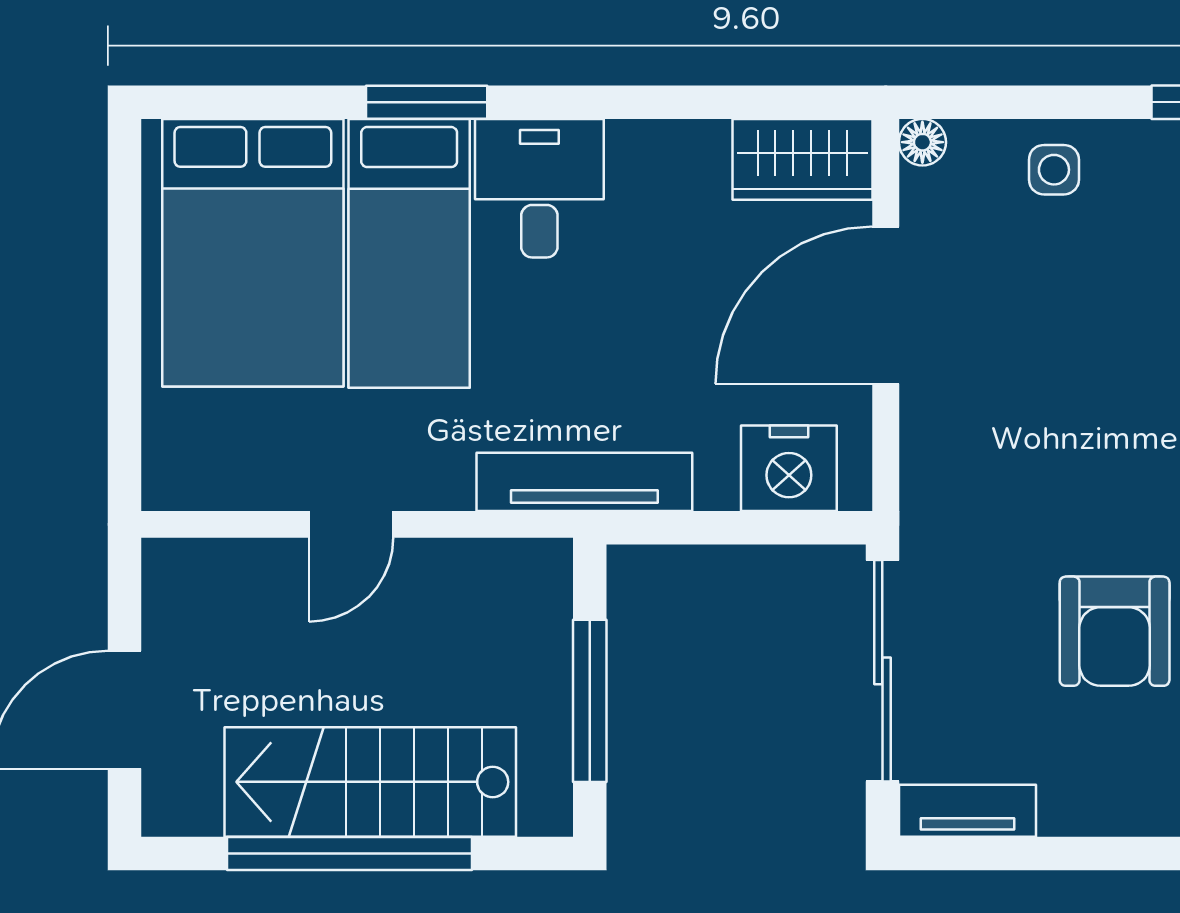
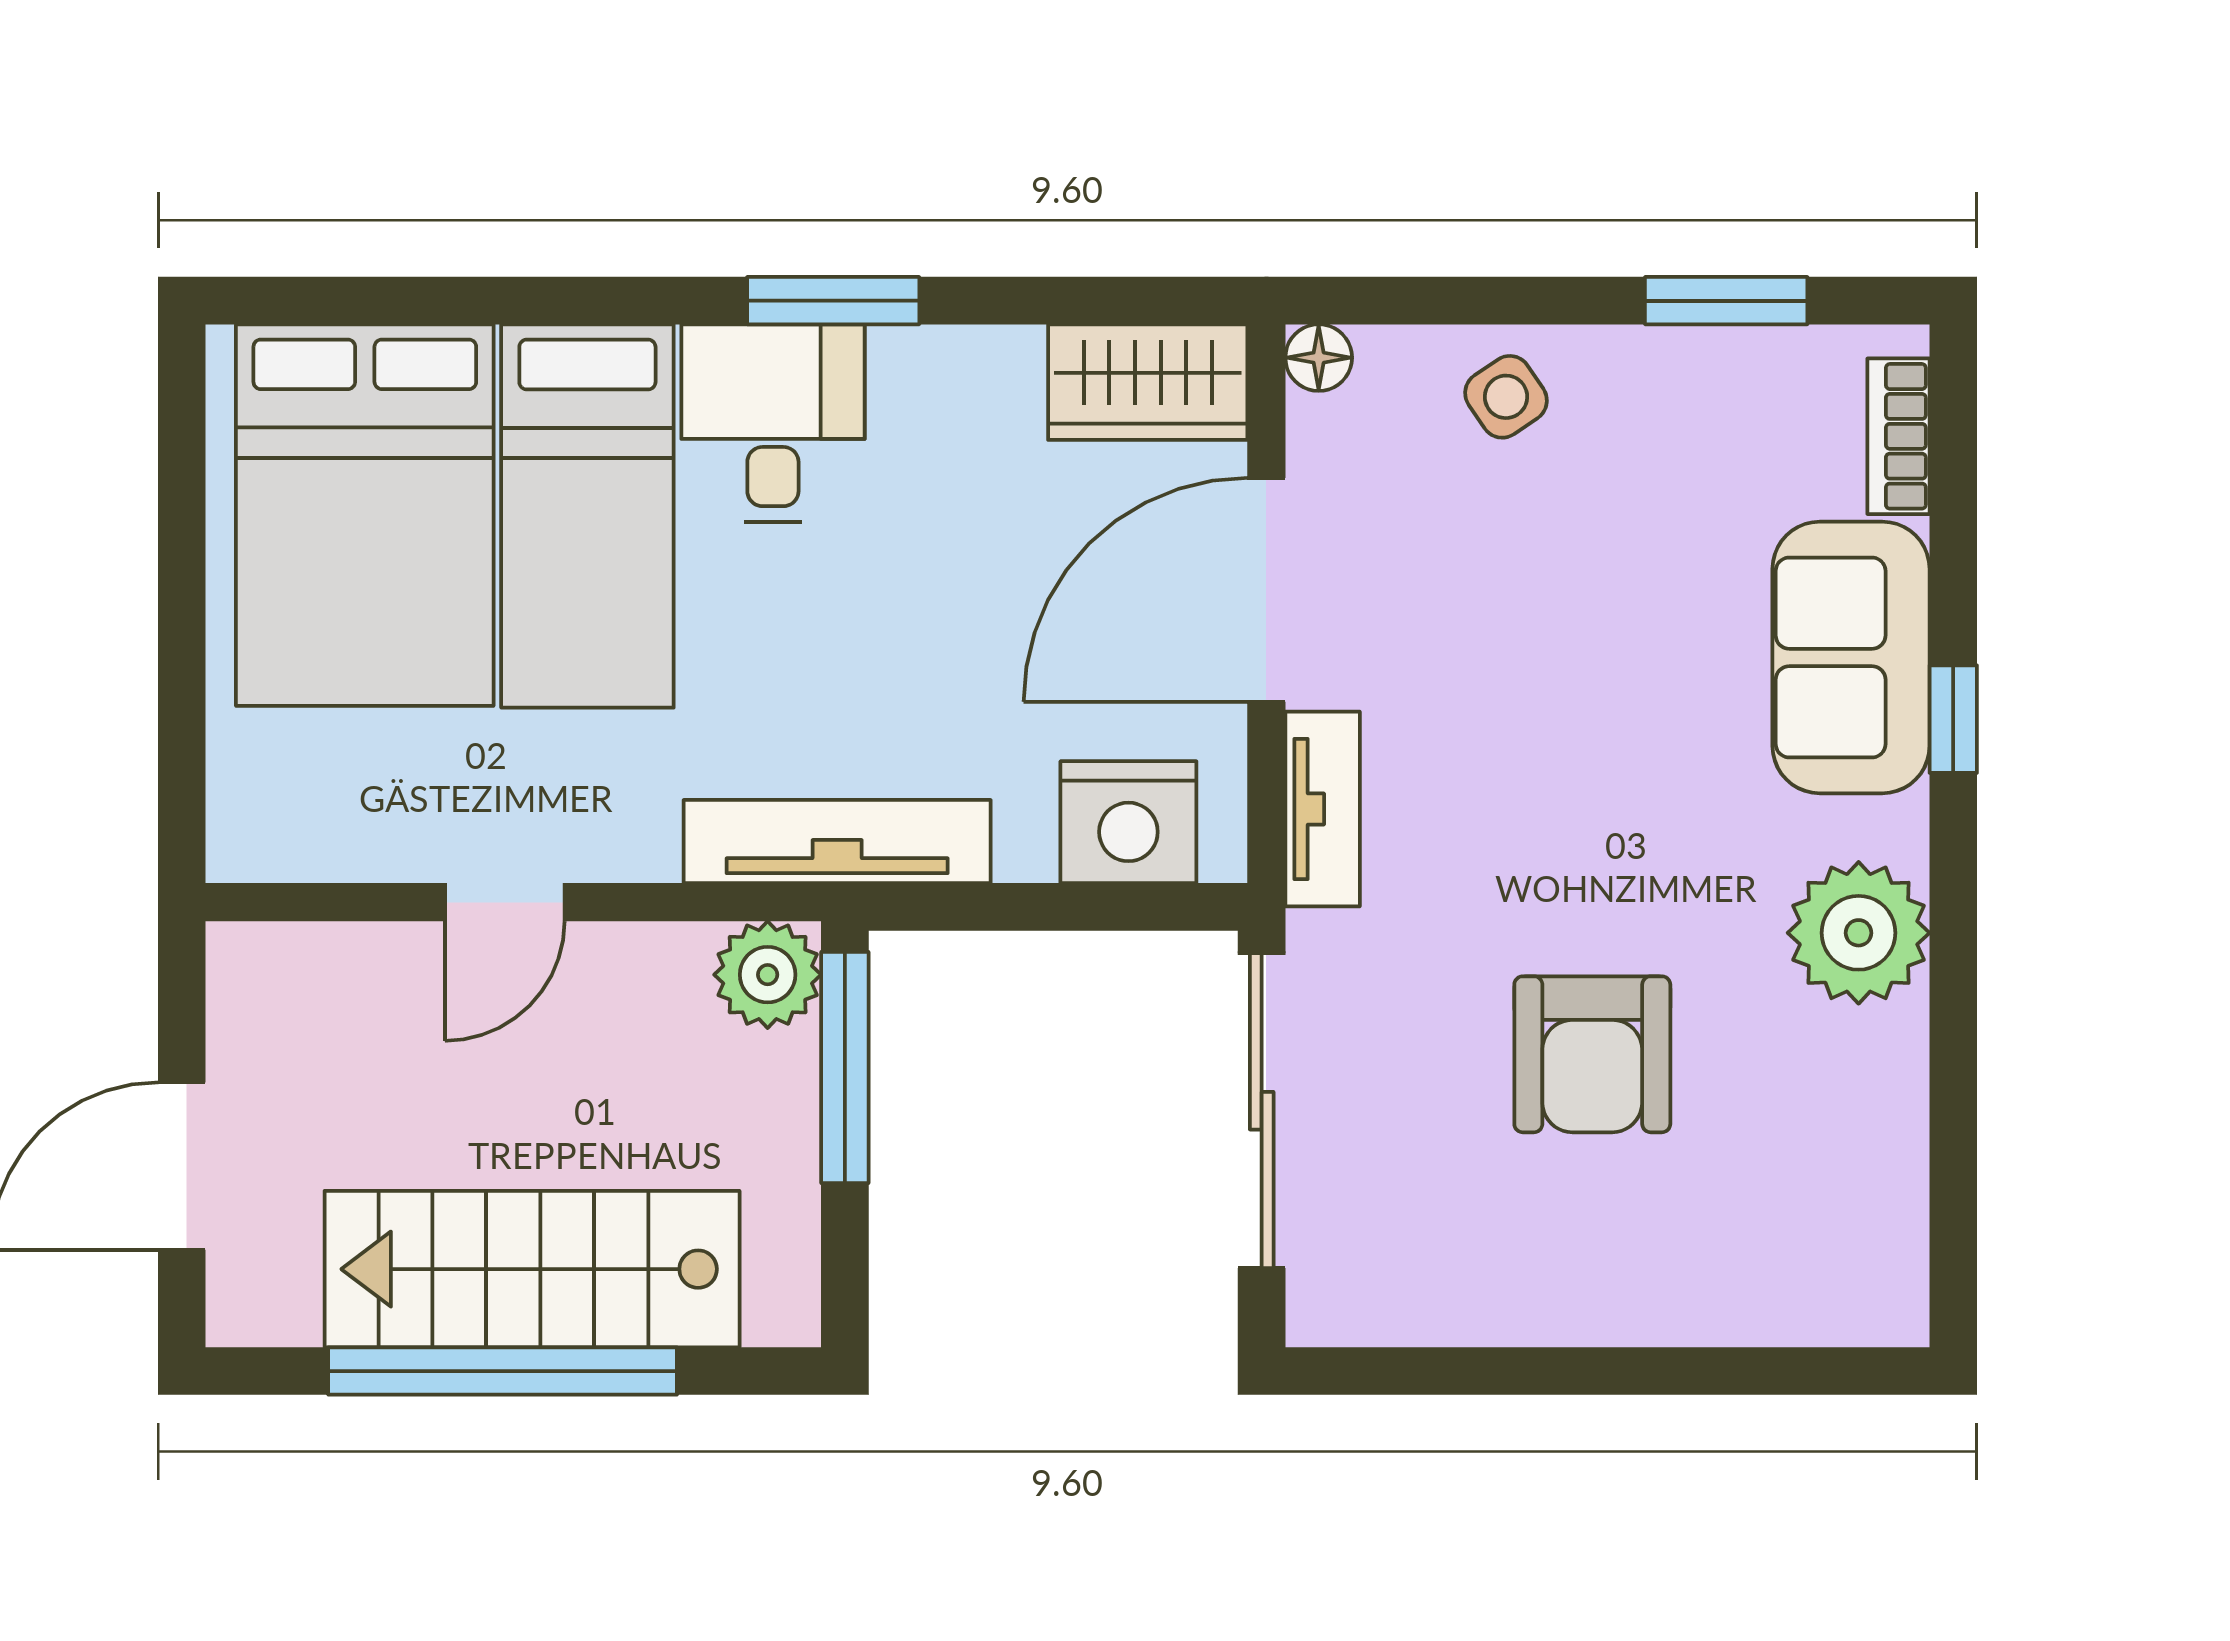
window: (427, 102) -> (833, 301), moved
side table: (1054, 170) -> (1506, 397), turned -34
plant: (536, 575) -> (768, 975), added
window: (590, 701) -> (845, 1067), moved
tv unit: (967, 811) -> (1323, 809), moved, turned 90

